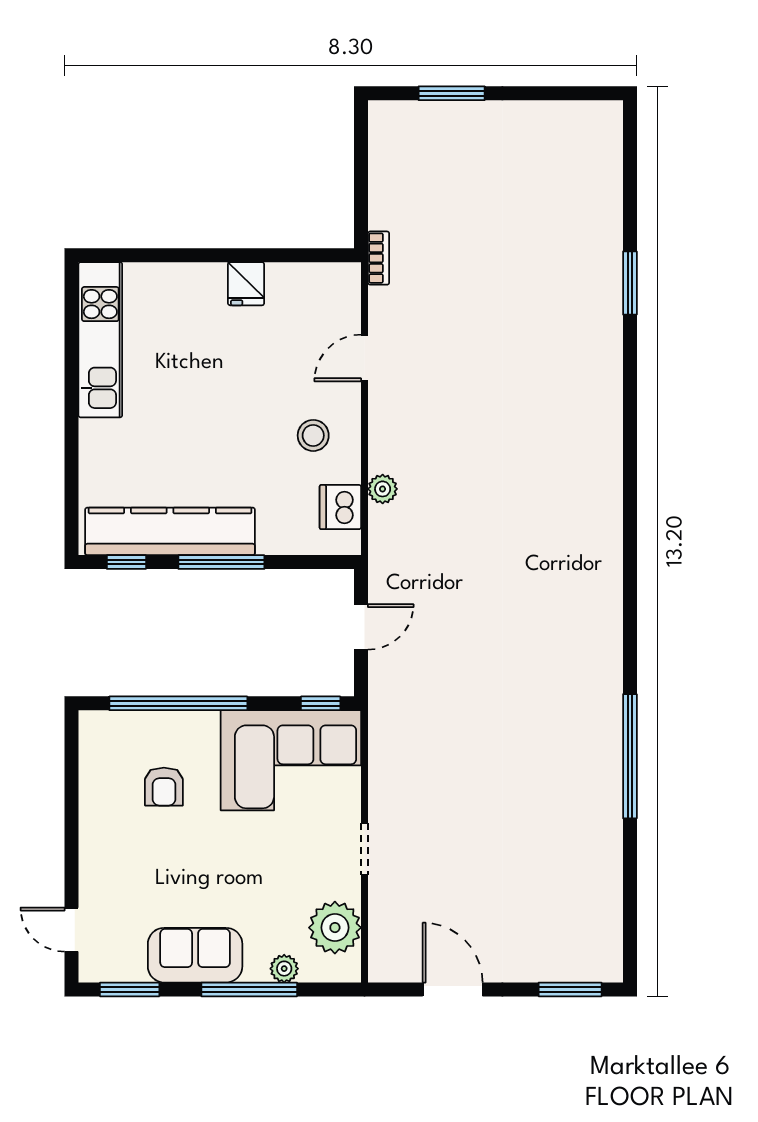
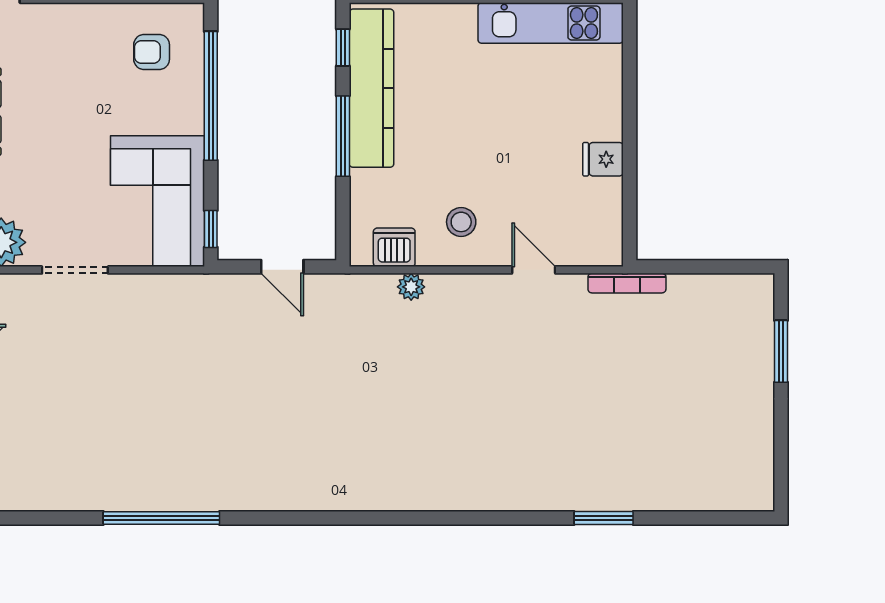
bookcase: (379, 258) -> (627, 283), width x1.56
armchair: (164, 787) -> (152, 52), moved
doorway: (365, 849) -> (75, 270), width x1.38

